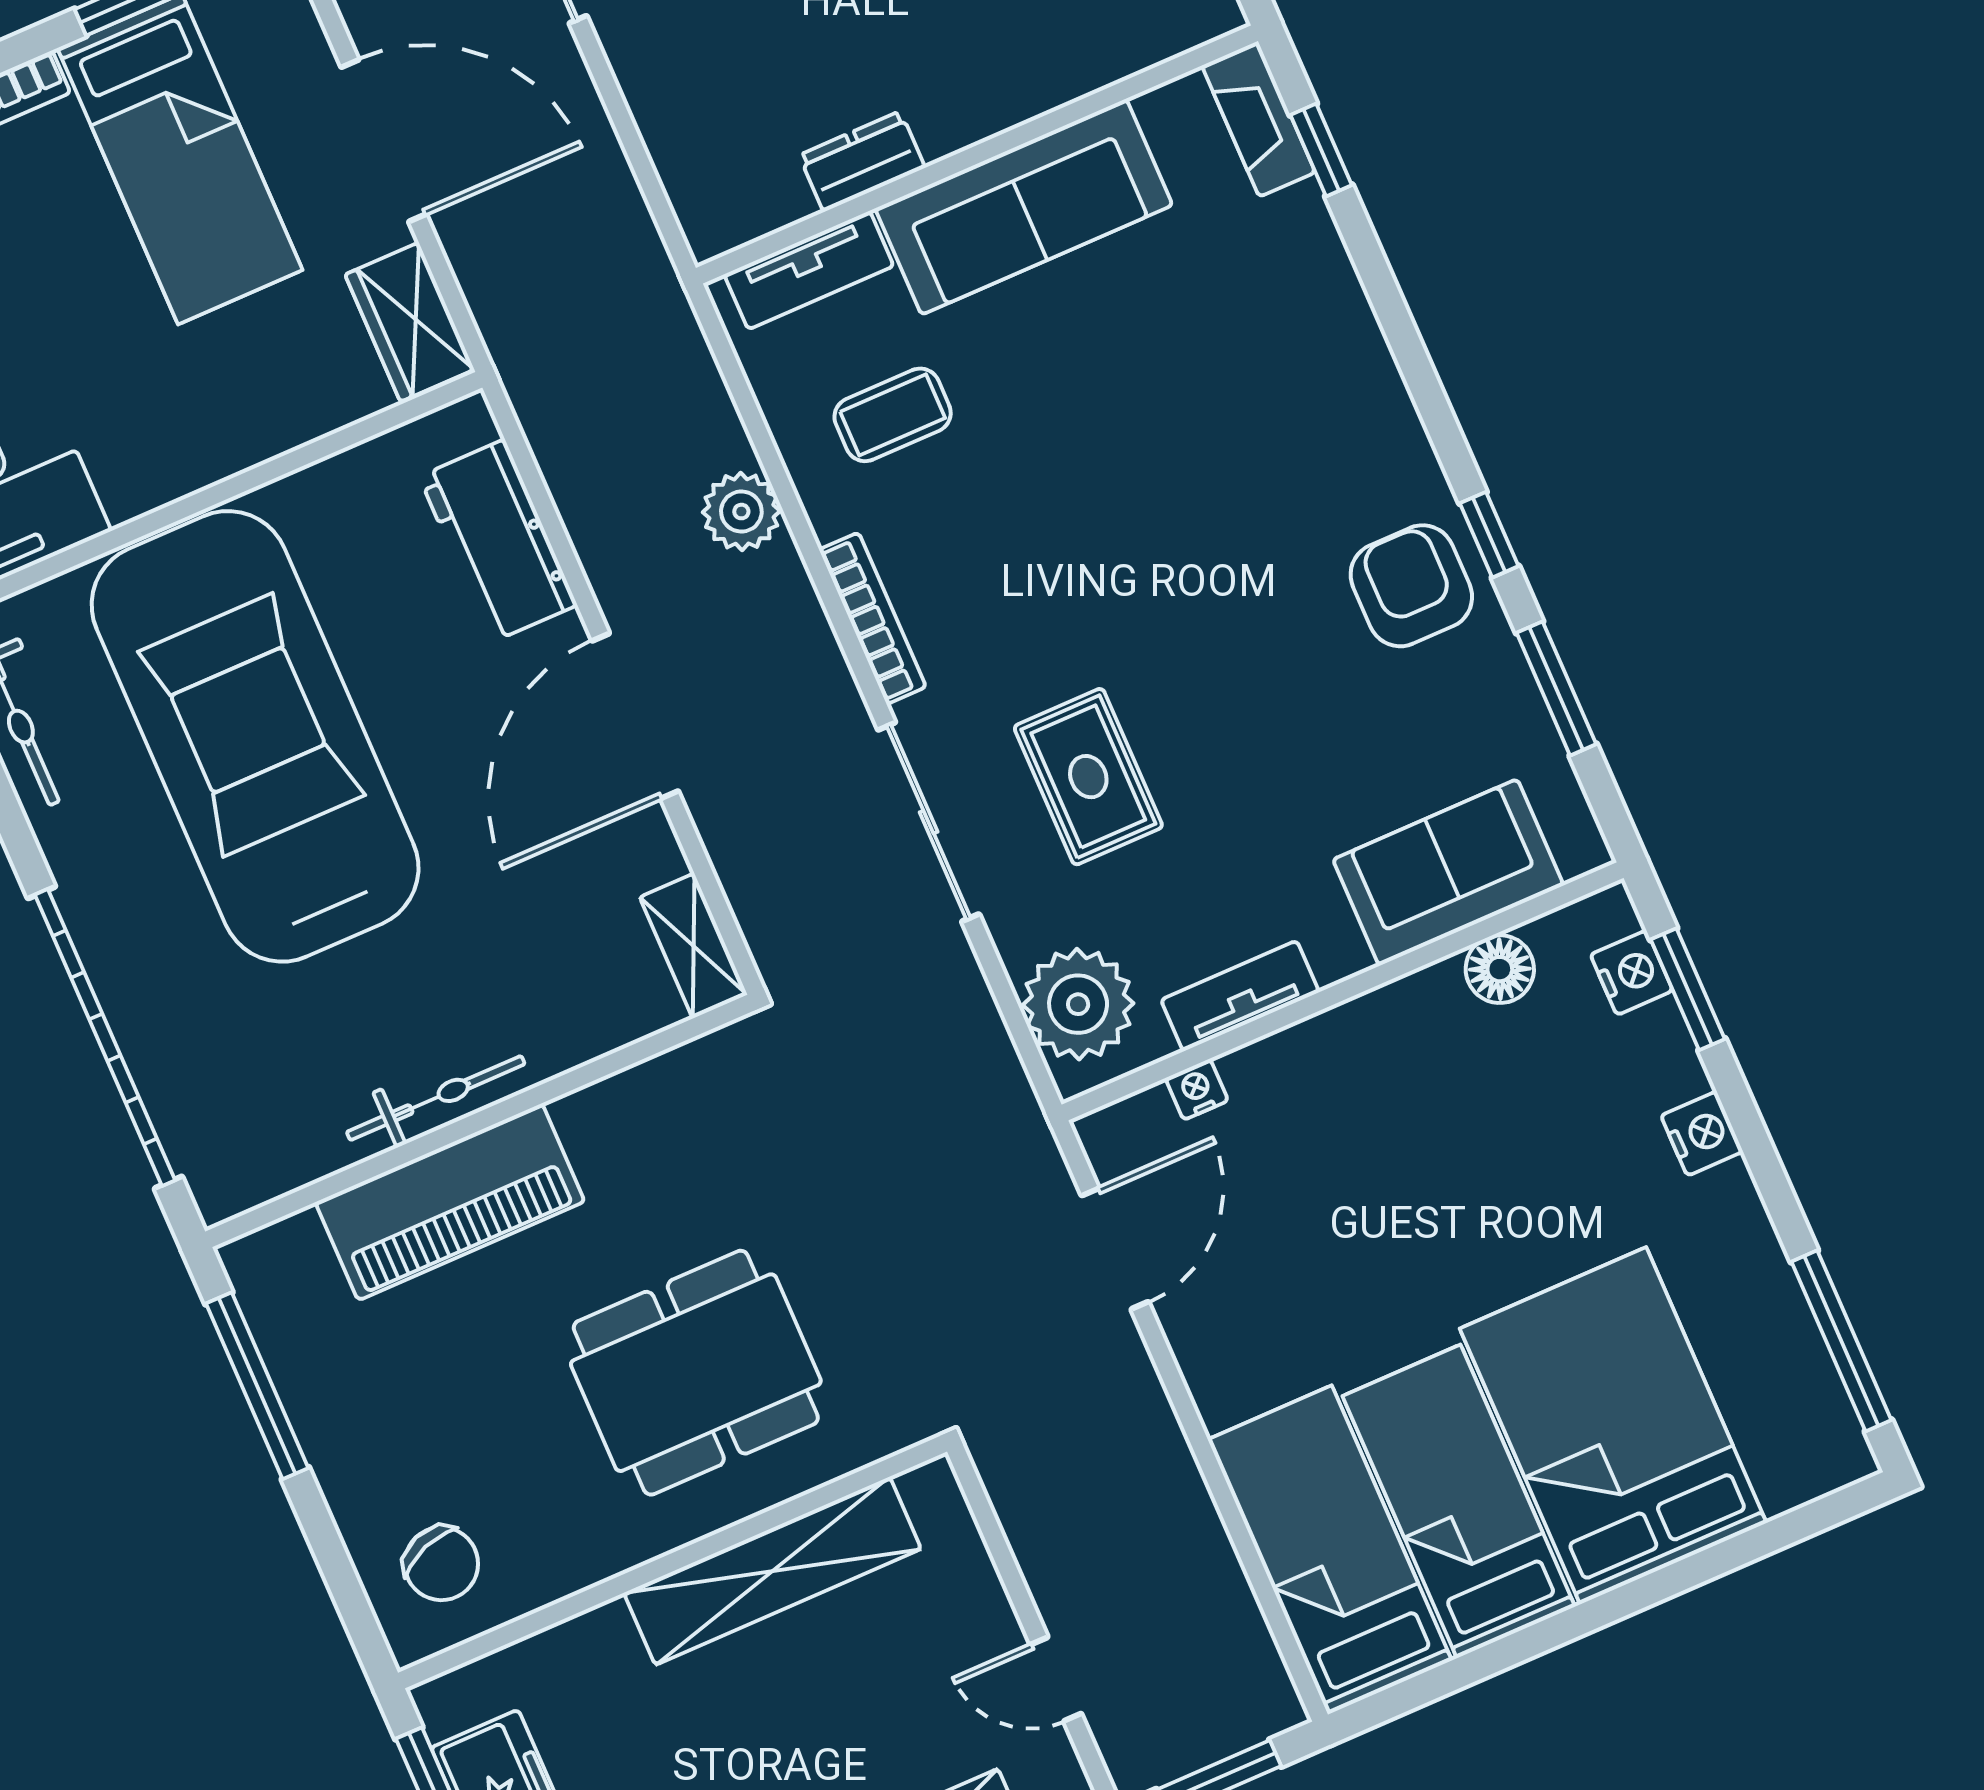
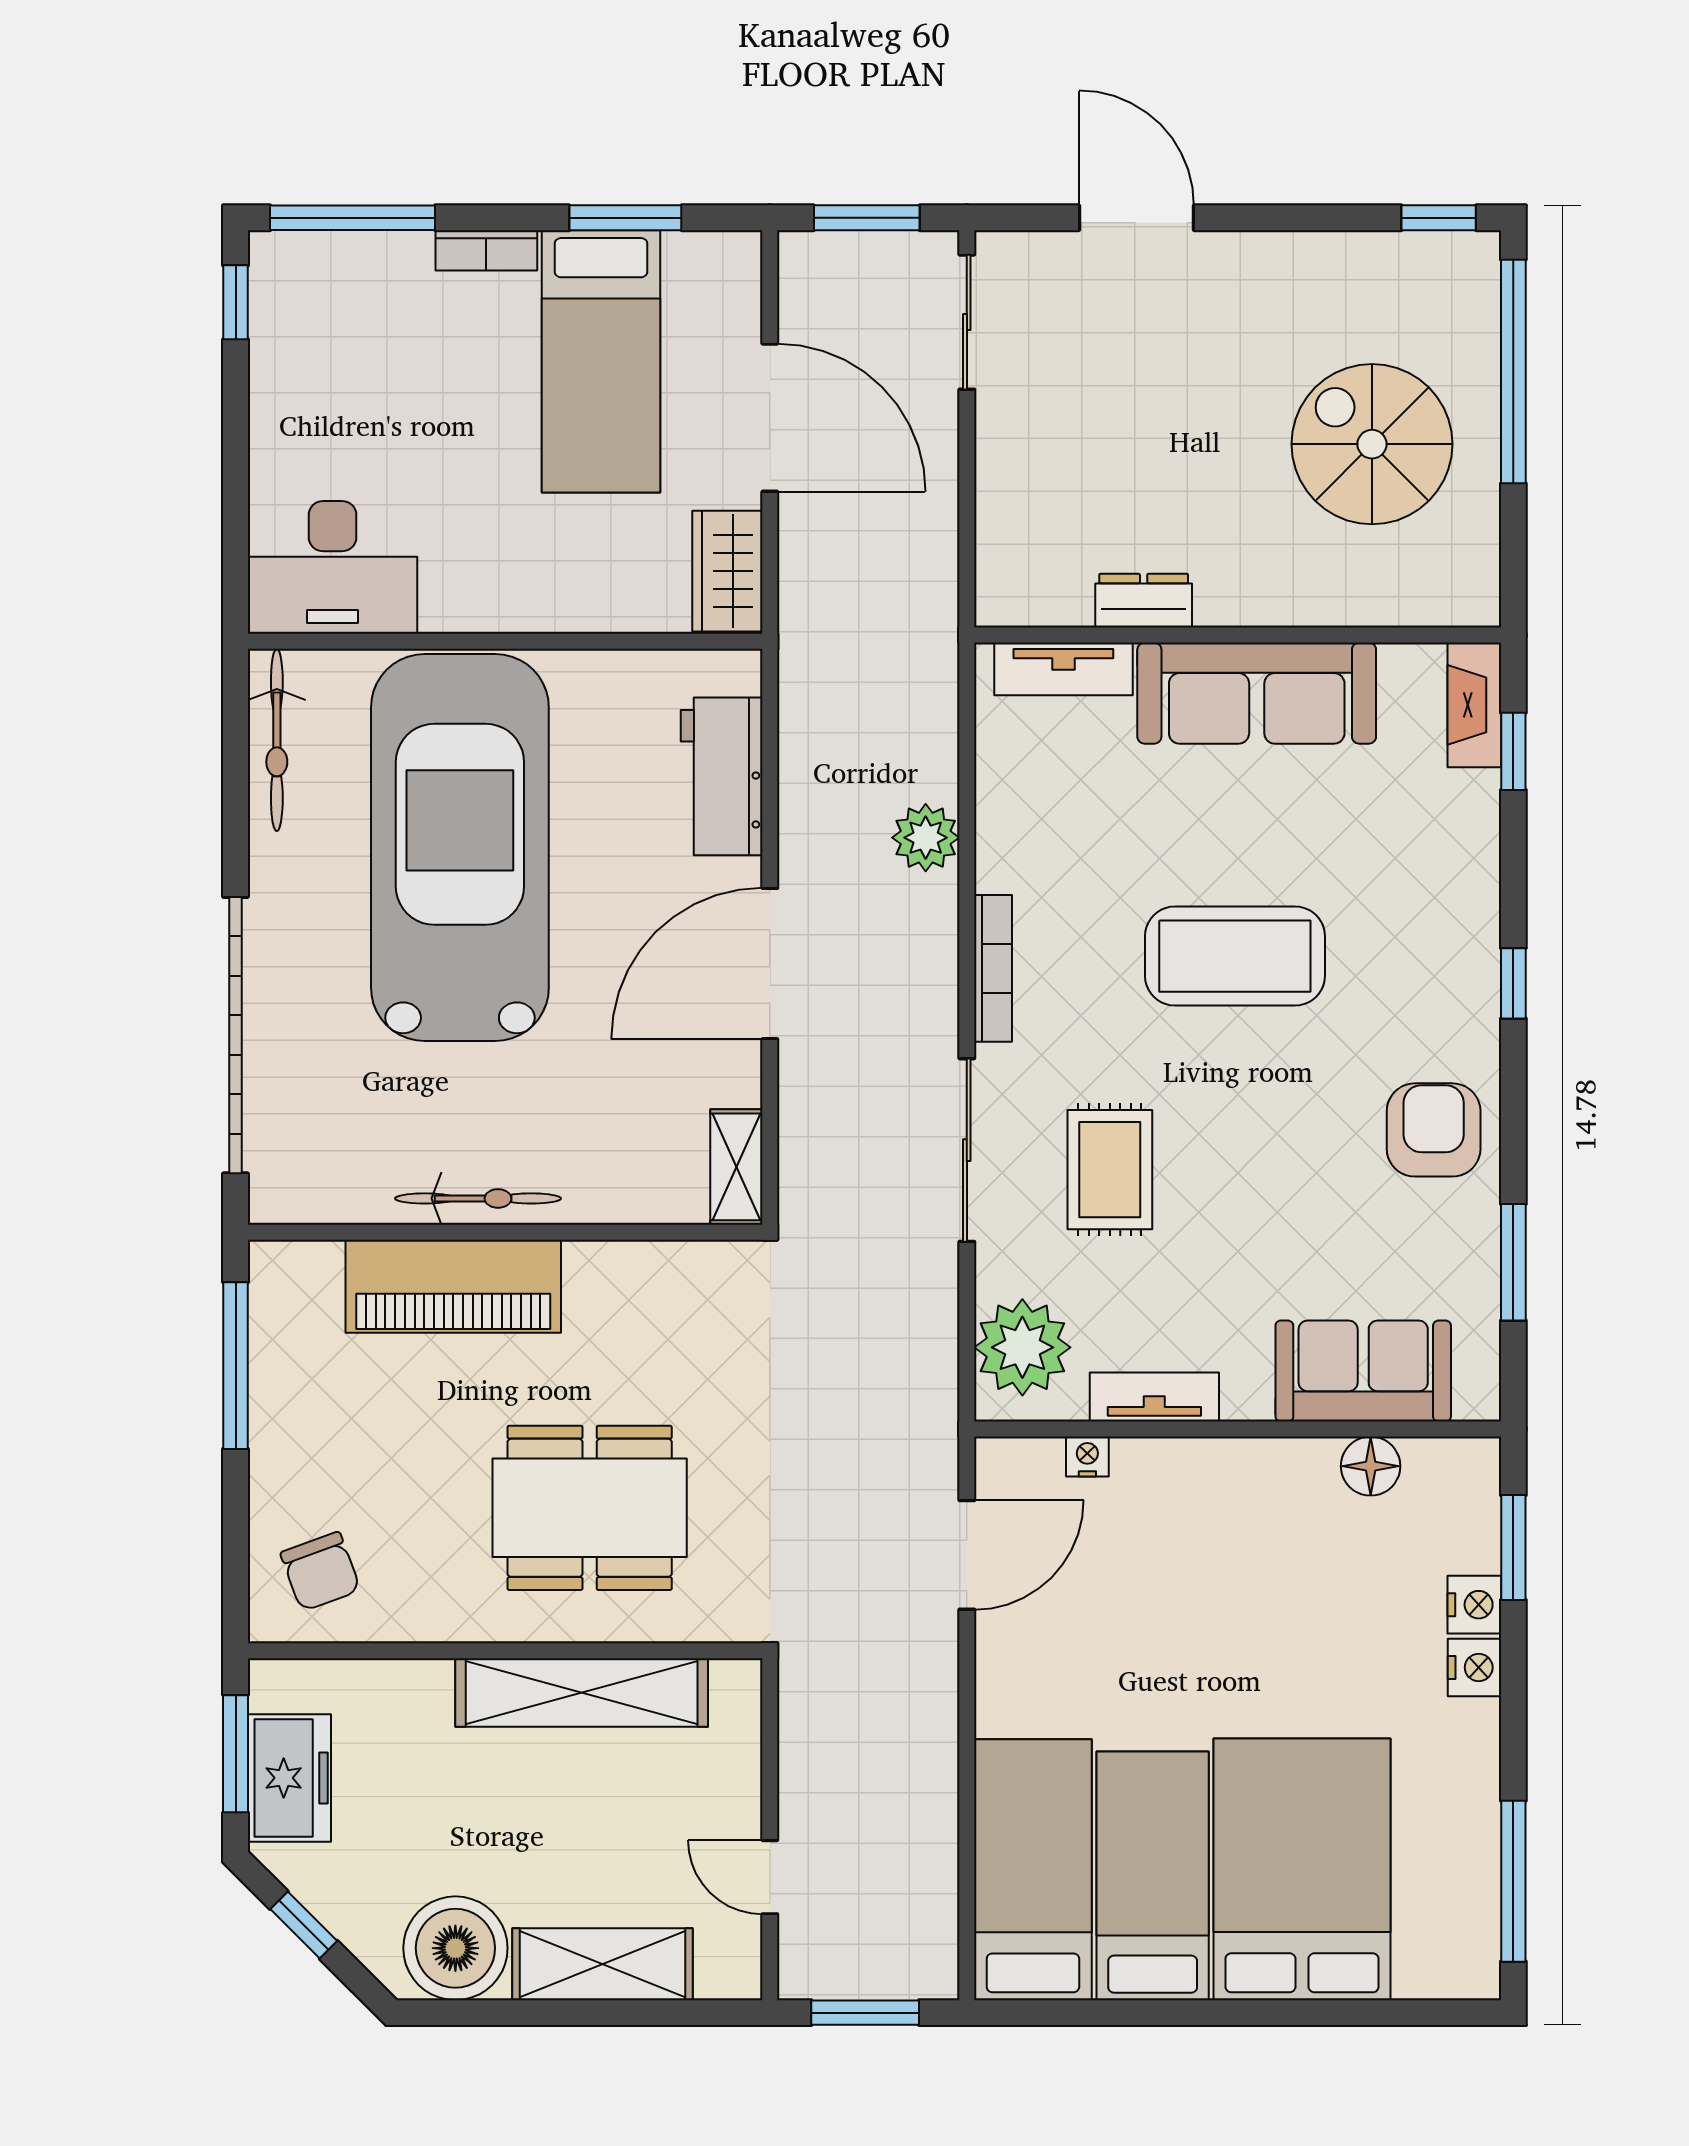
coffee table: (893, 415) -> (1235, 956), moved, width x1.86, depth x1.72
window: (1489, 535) -> (1513, 983), moved
nightstand: (1632, 973) -> (1474, 1605), moved

